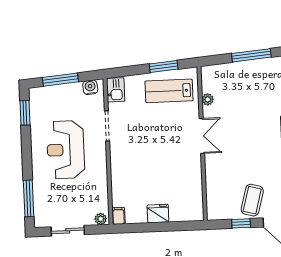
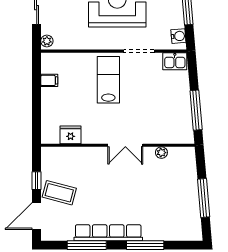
window: (164, 66) -> (196, 110), width x1.44
lab bench: (169, 91) -> (108, 80), moved
fridge: (158, 214) -> (71, 135), moved, turned -90
filing cabinet: (118, 216) -> (49, 80), moved

